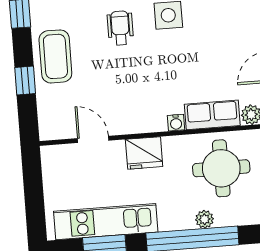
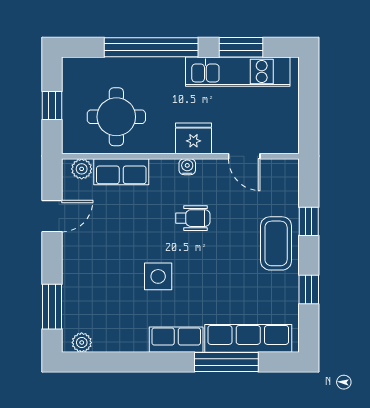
wheelchair: (120, 28) -> (193, 218), moved, turned -90
water cooler: (176, 123) -> (187, 167), moved
plant: (205, 219) -> (137, 66), removed

